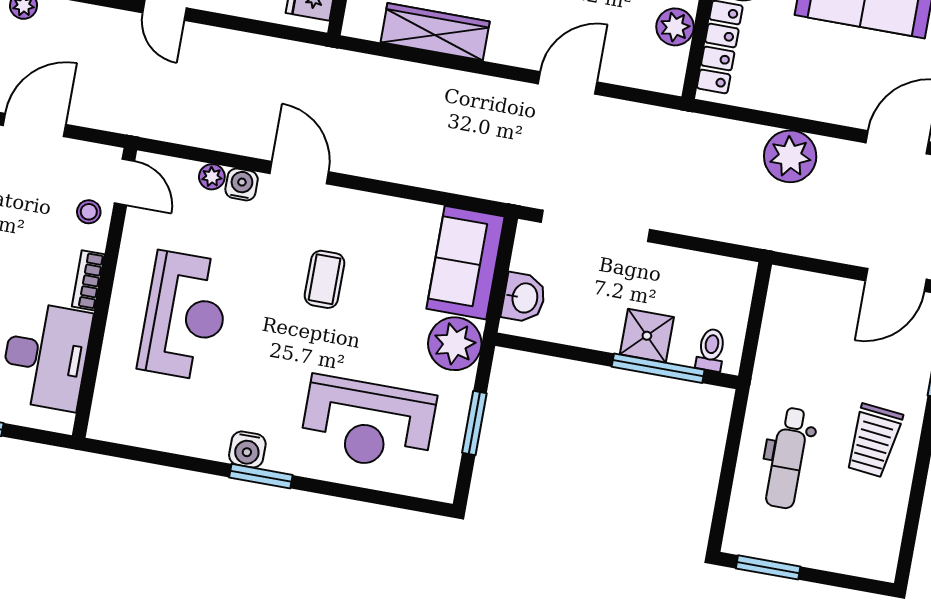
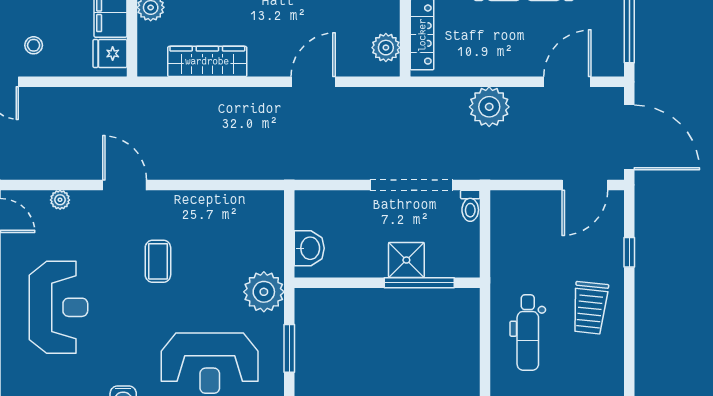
plant: (675, 27) -> (386, 48), moved
water cooler: (242, 184) -> (83, 202), removed
doorway: (595, 226) -> (411, 185), moved
sofa: (466, 263) -> (261, 230), removed
toilet: (711, 350) -> (470, 206), moved, turned 180

